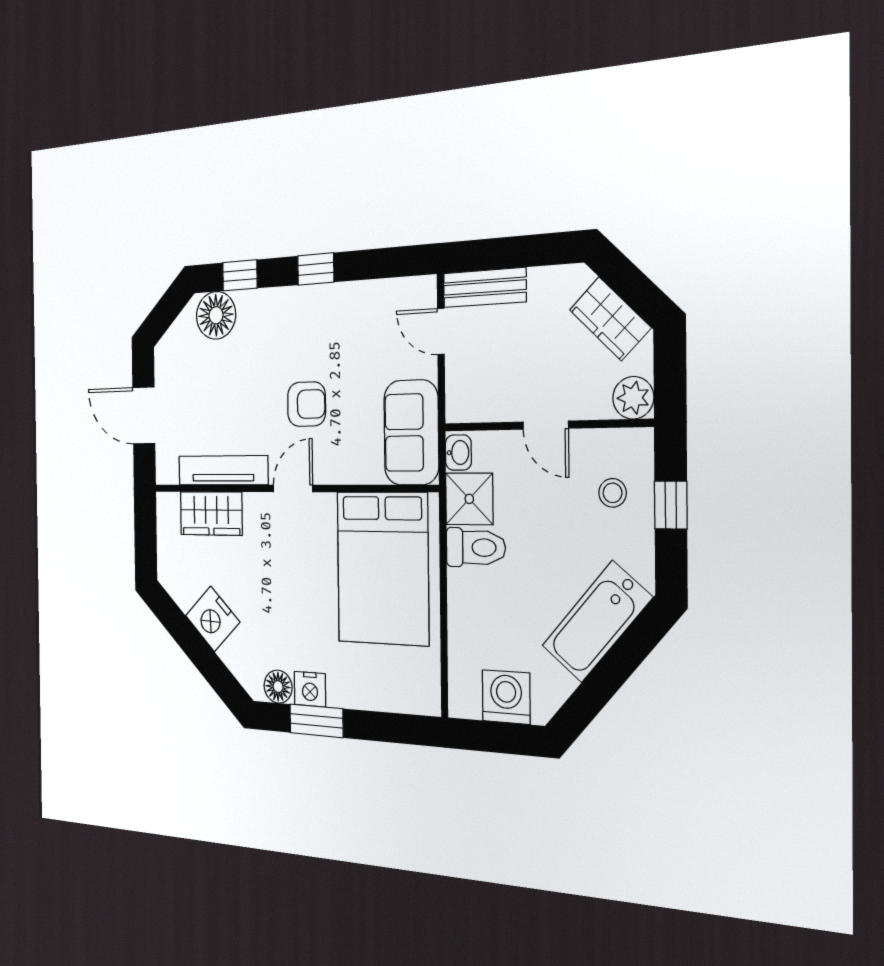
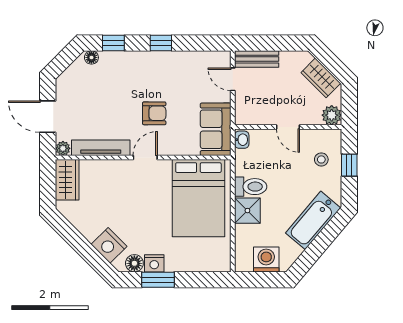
floor lamp: (216, 315) -> (91, 57), width x0.53, depth x0.53
plant: (167, 472) -> (63, 148), added
shower: (469, 499) -> (247, 211), moved
wardrobe: (211, 513) -> (67, 180), moved, turned -90
nightstand: (213, 619) -> (109, 245), moved

